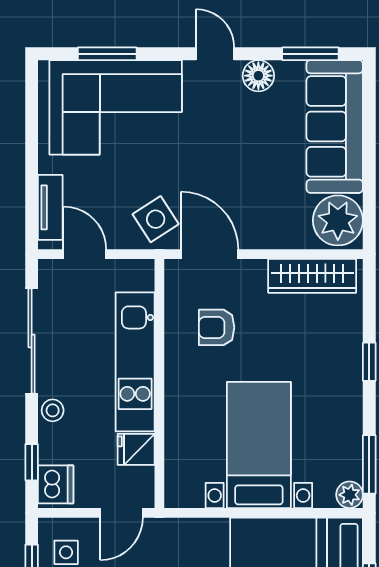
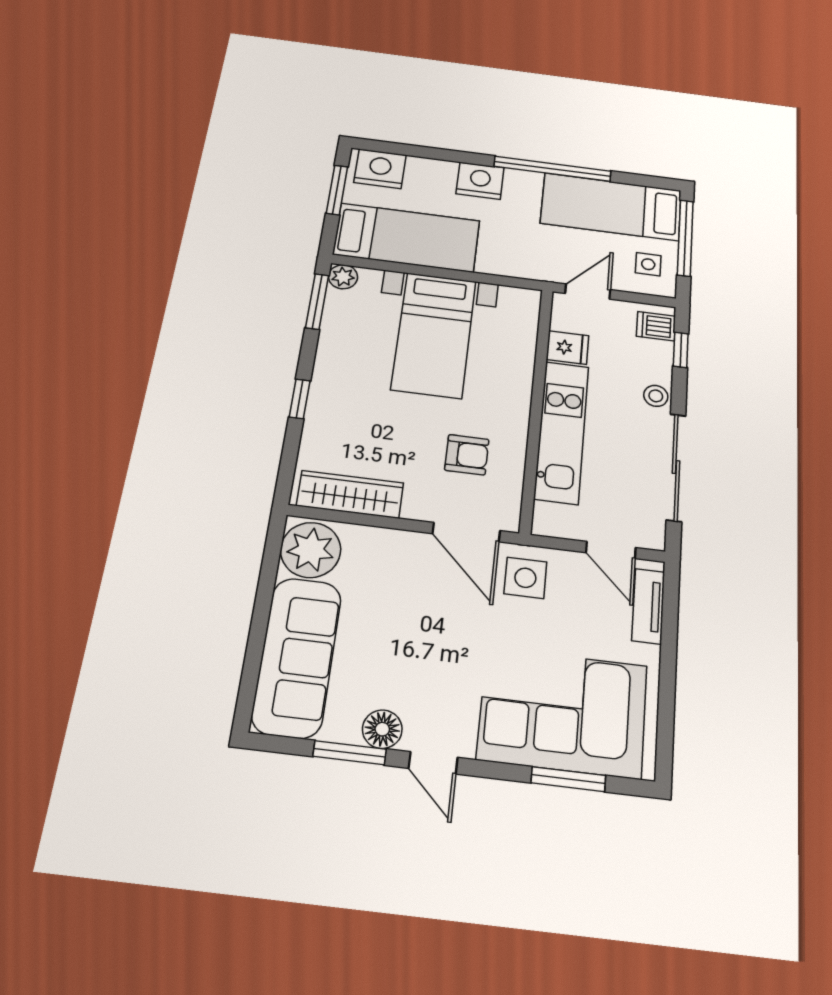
window: (310, 54) -> (350, 753), moved
side table: (156, 219) -> (525, 578), turned 33
dishwasher: (56, 484) -> (656, 326), width x0.73

